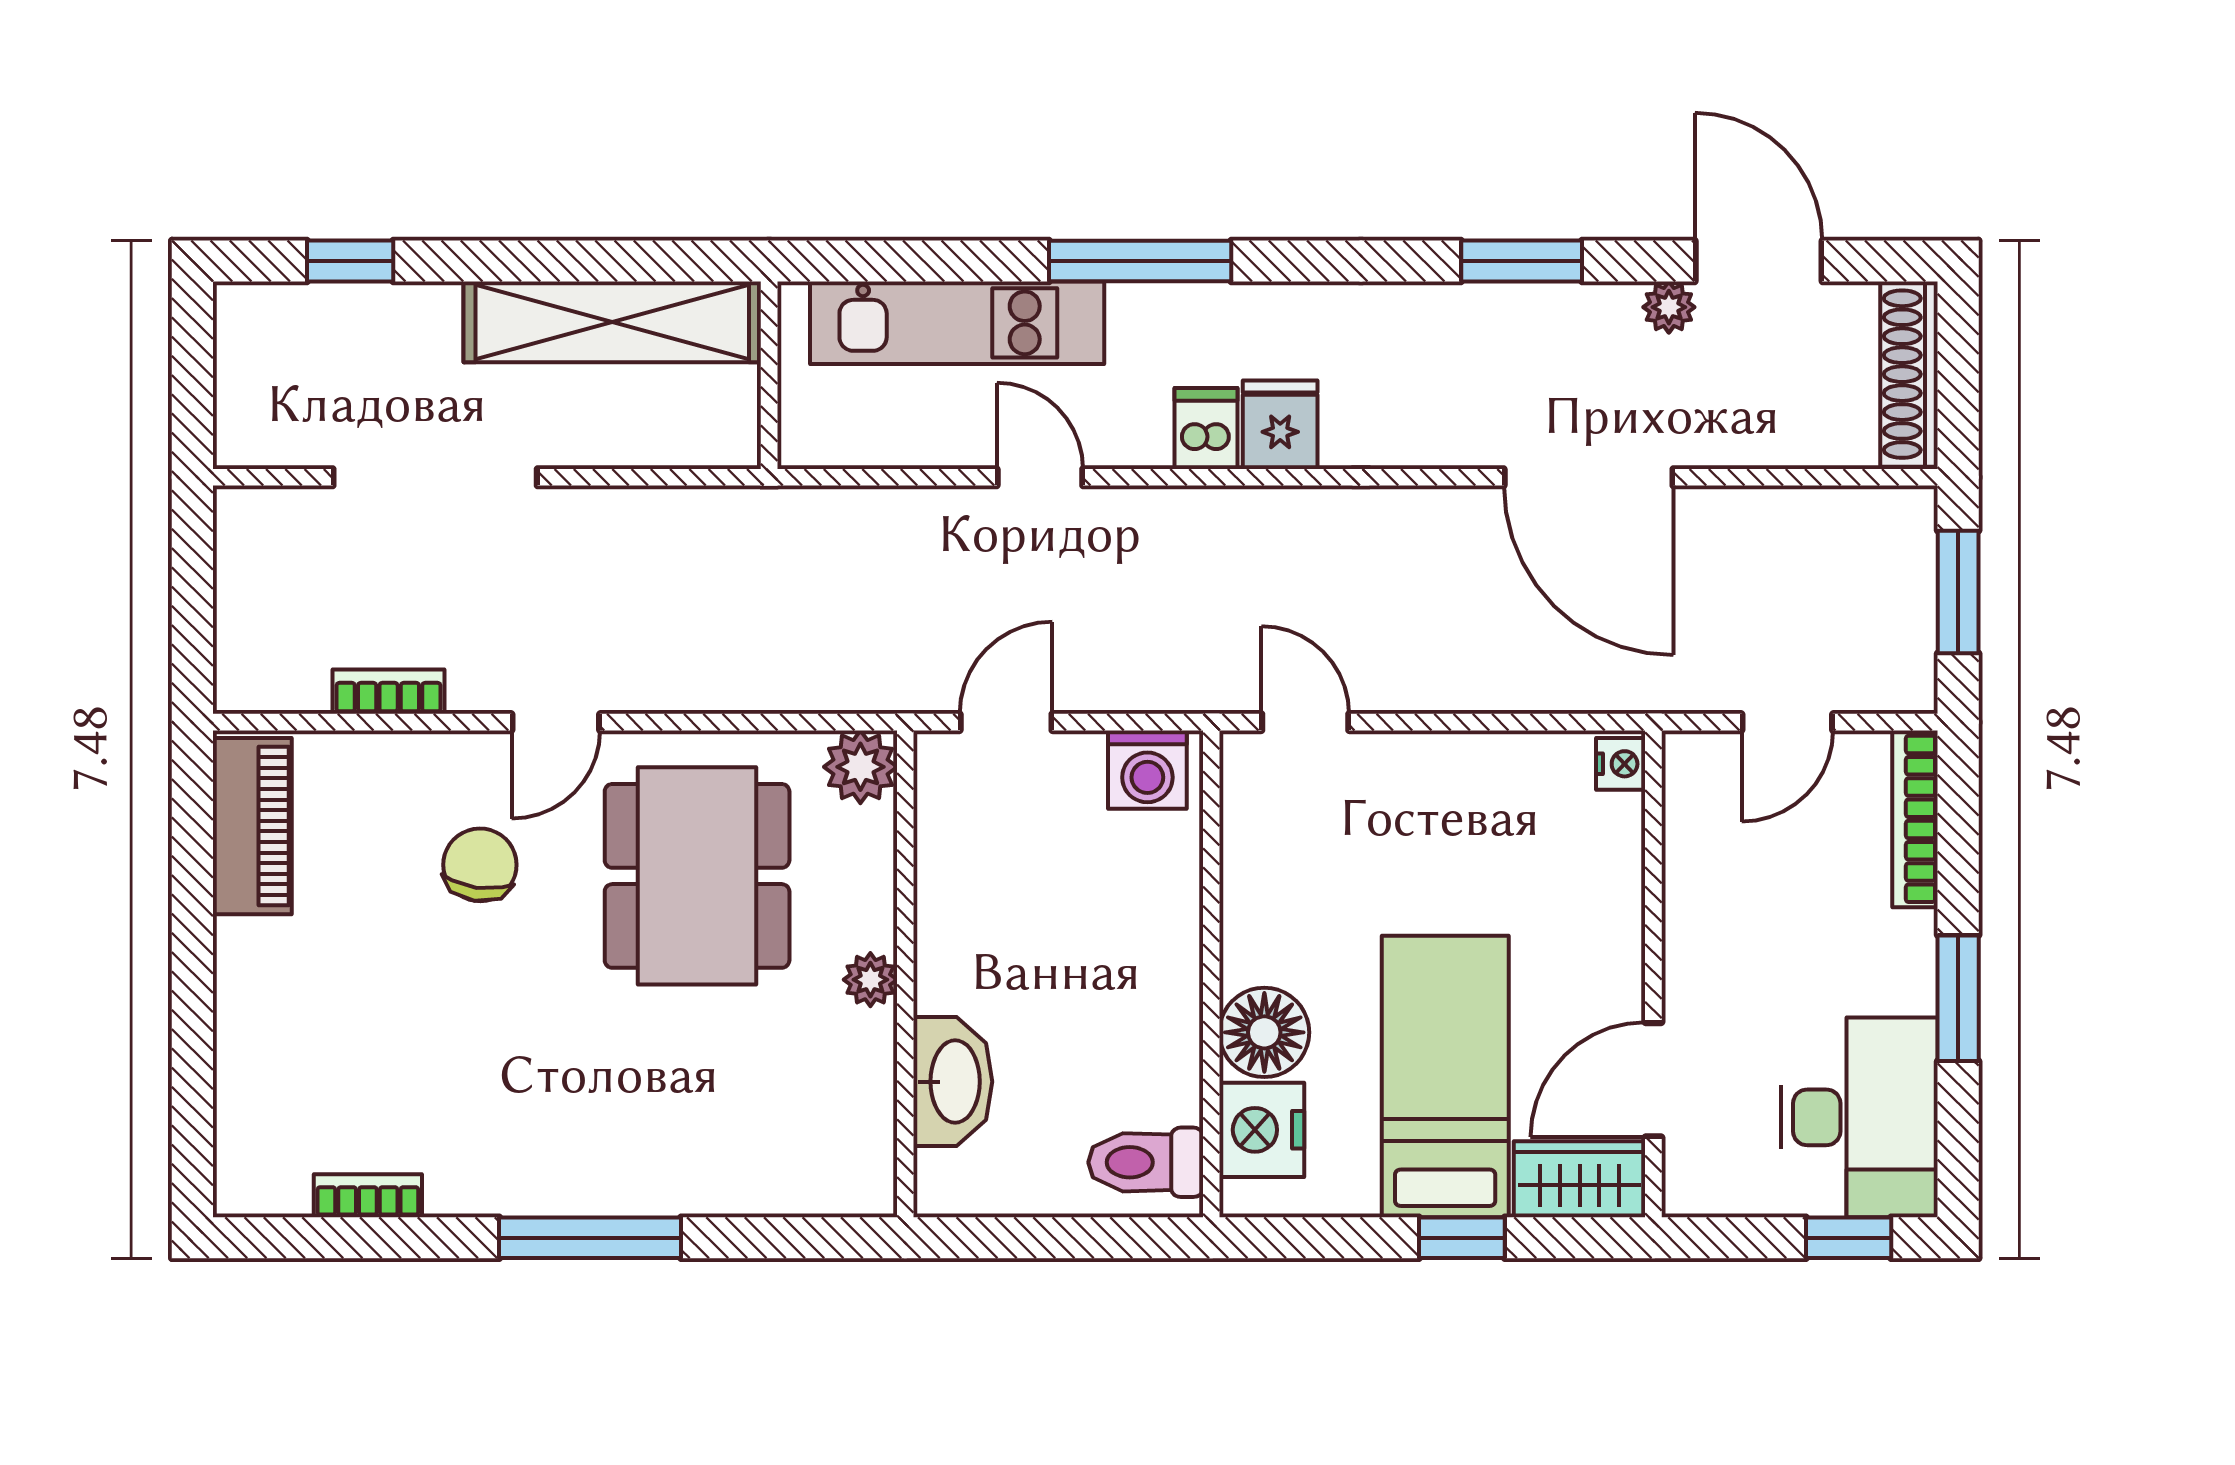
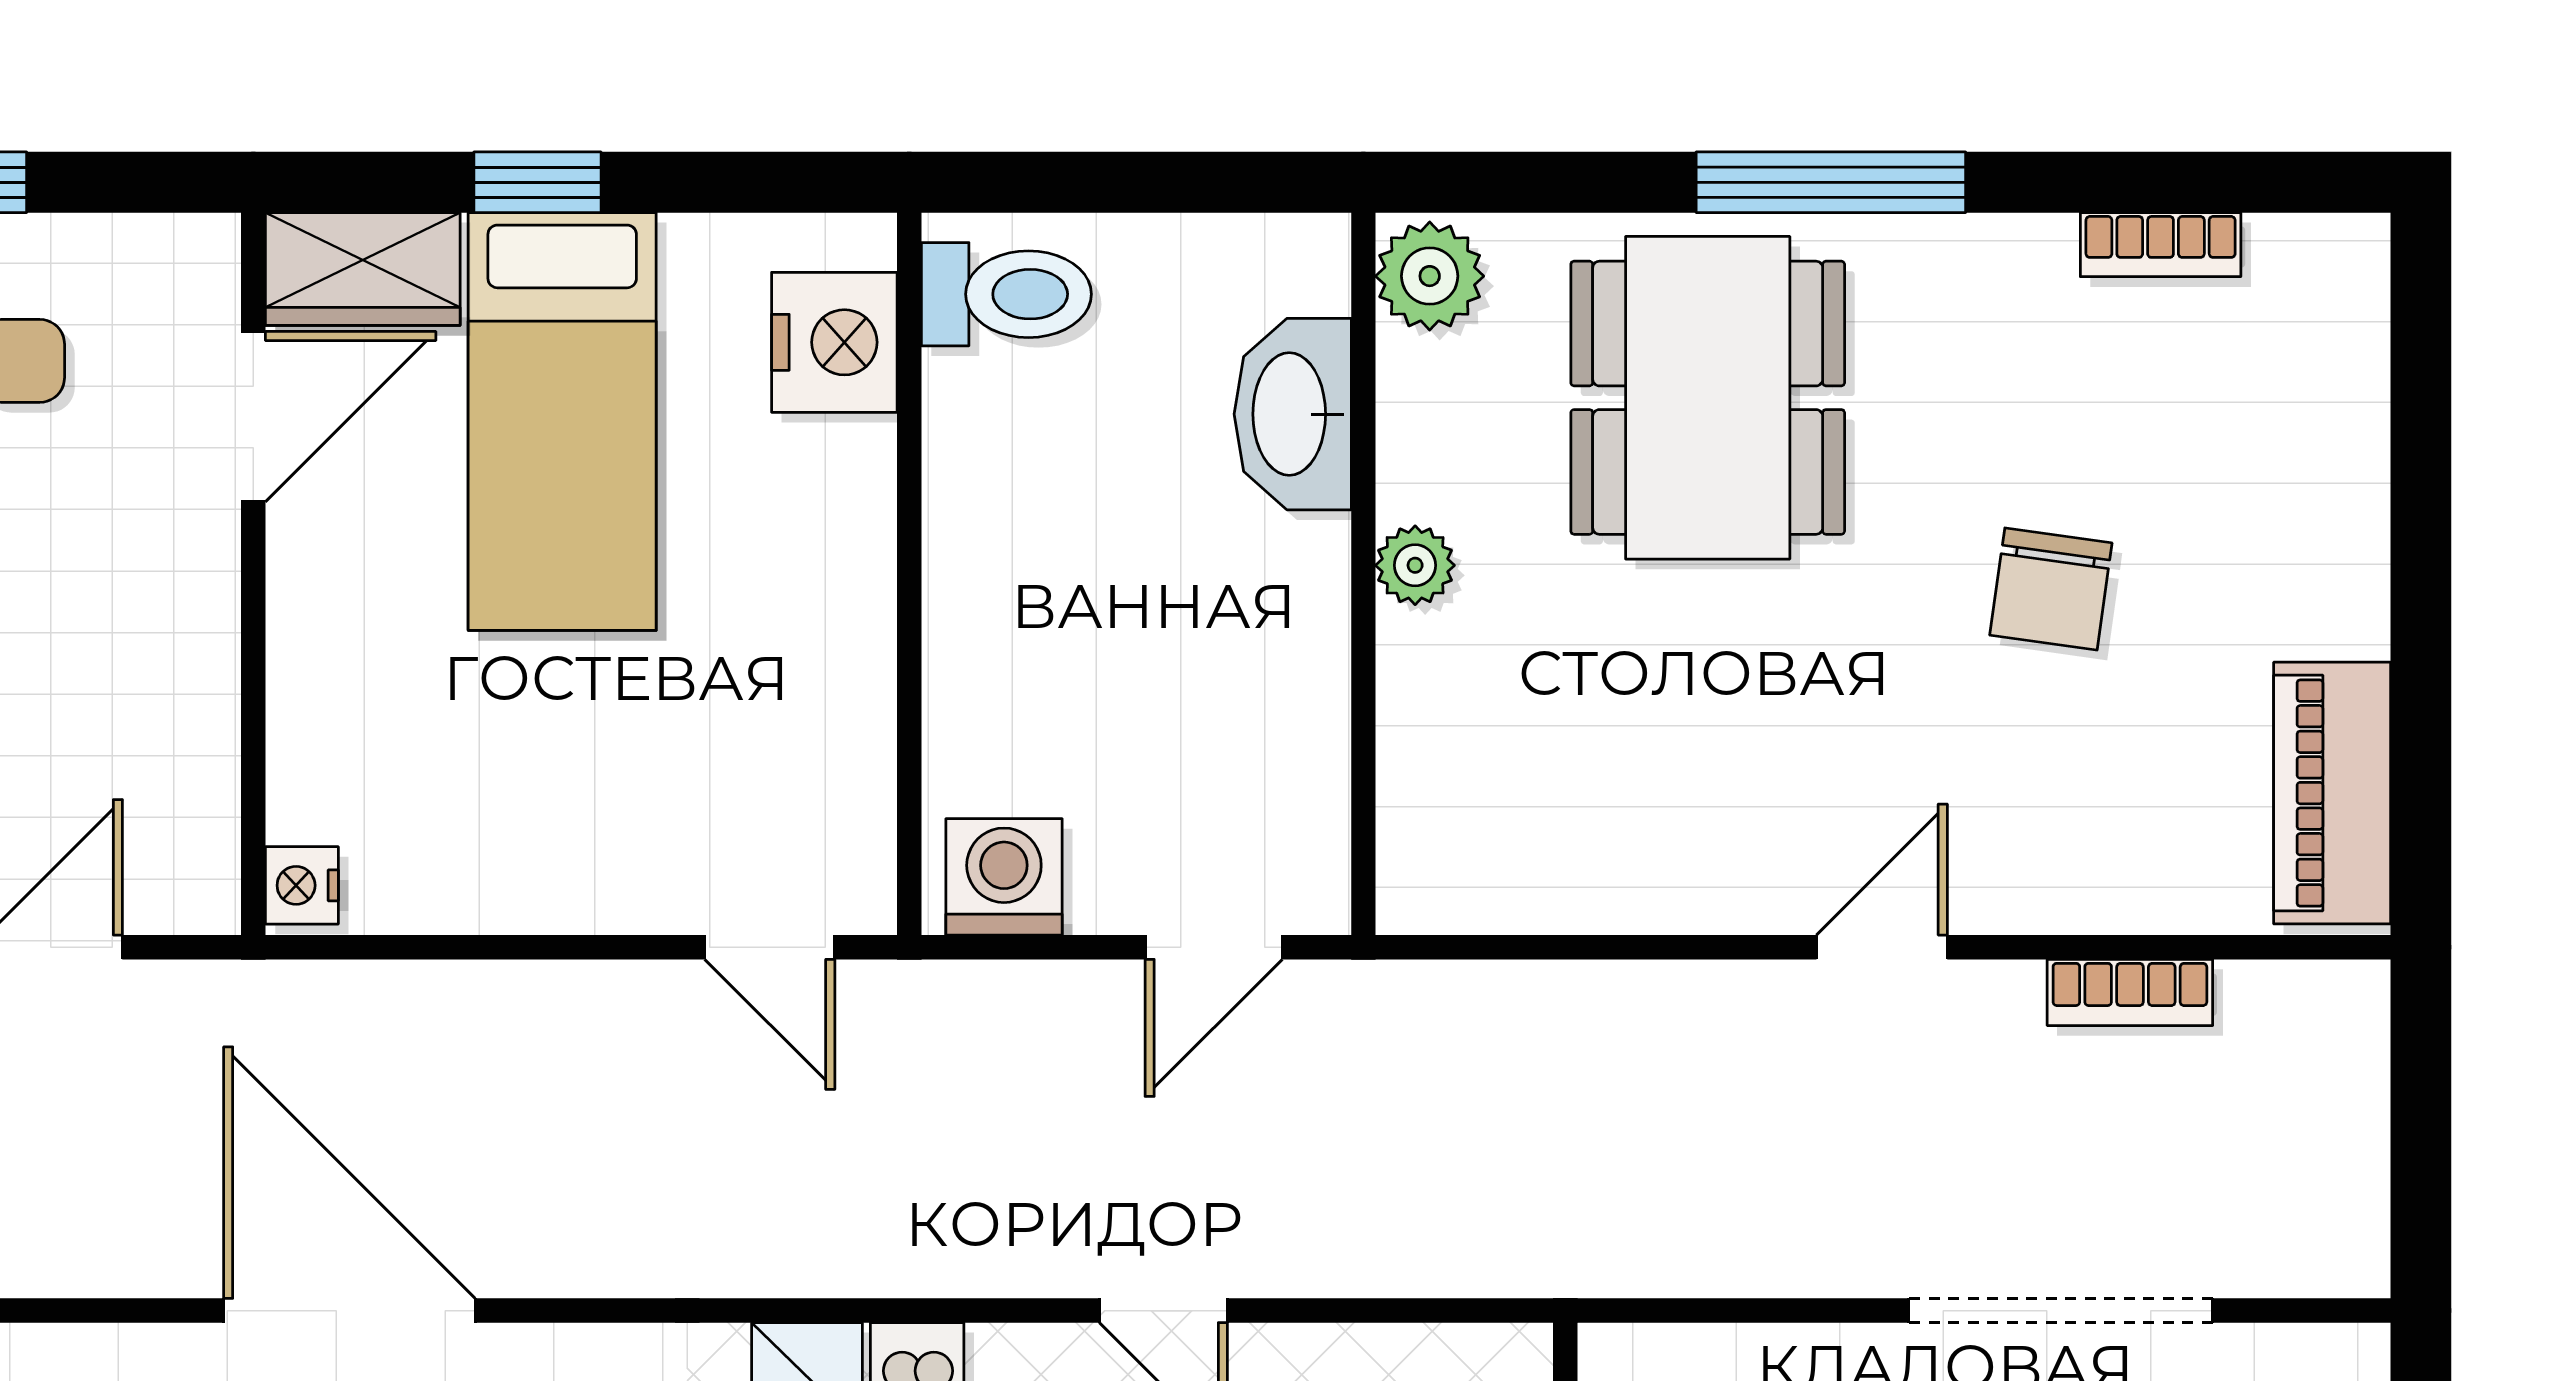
plant: (860, 767) -> (1430, 276), moved
chair: (480, 865) -> (2051, 589), moved
dining table: (697, 876) -> (1708, 398), moved
floor lamp: (1264, 1032) -> (831, 487), removed

